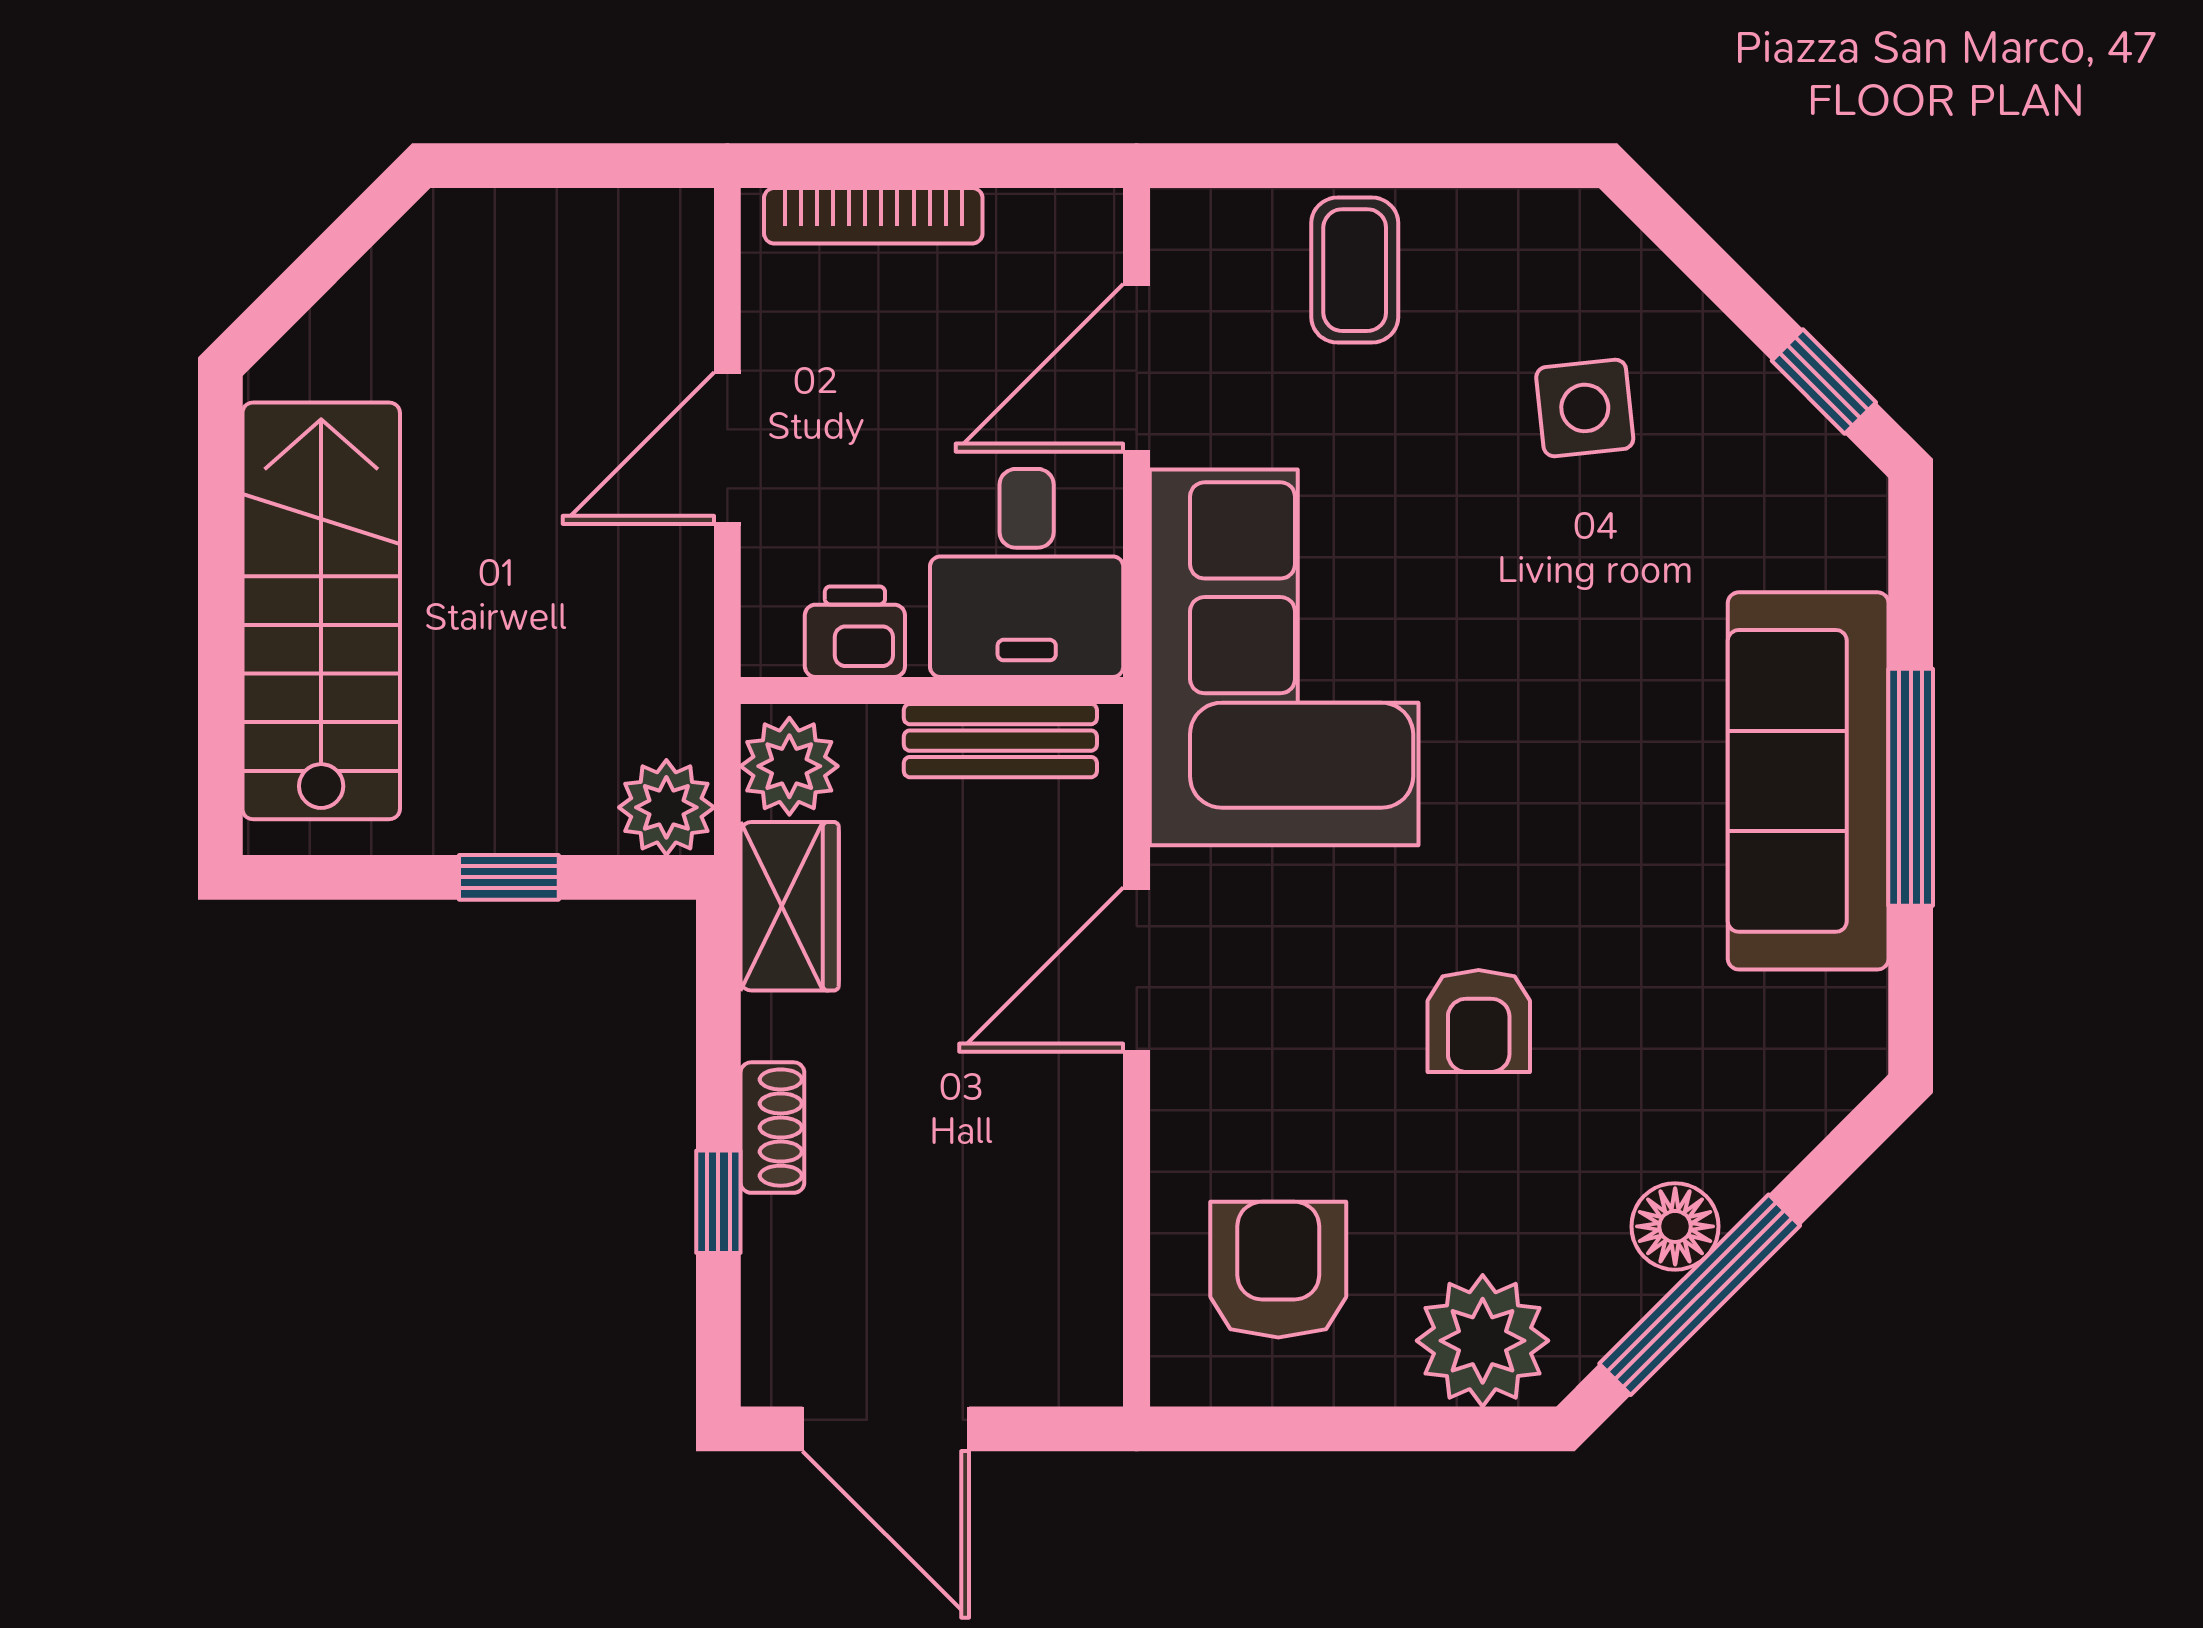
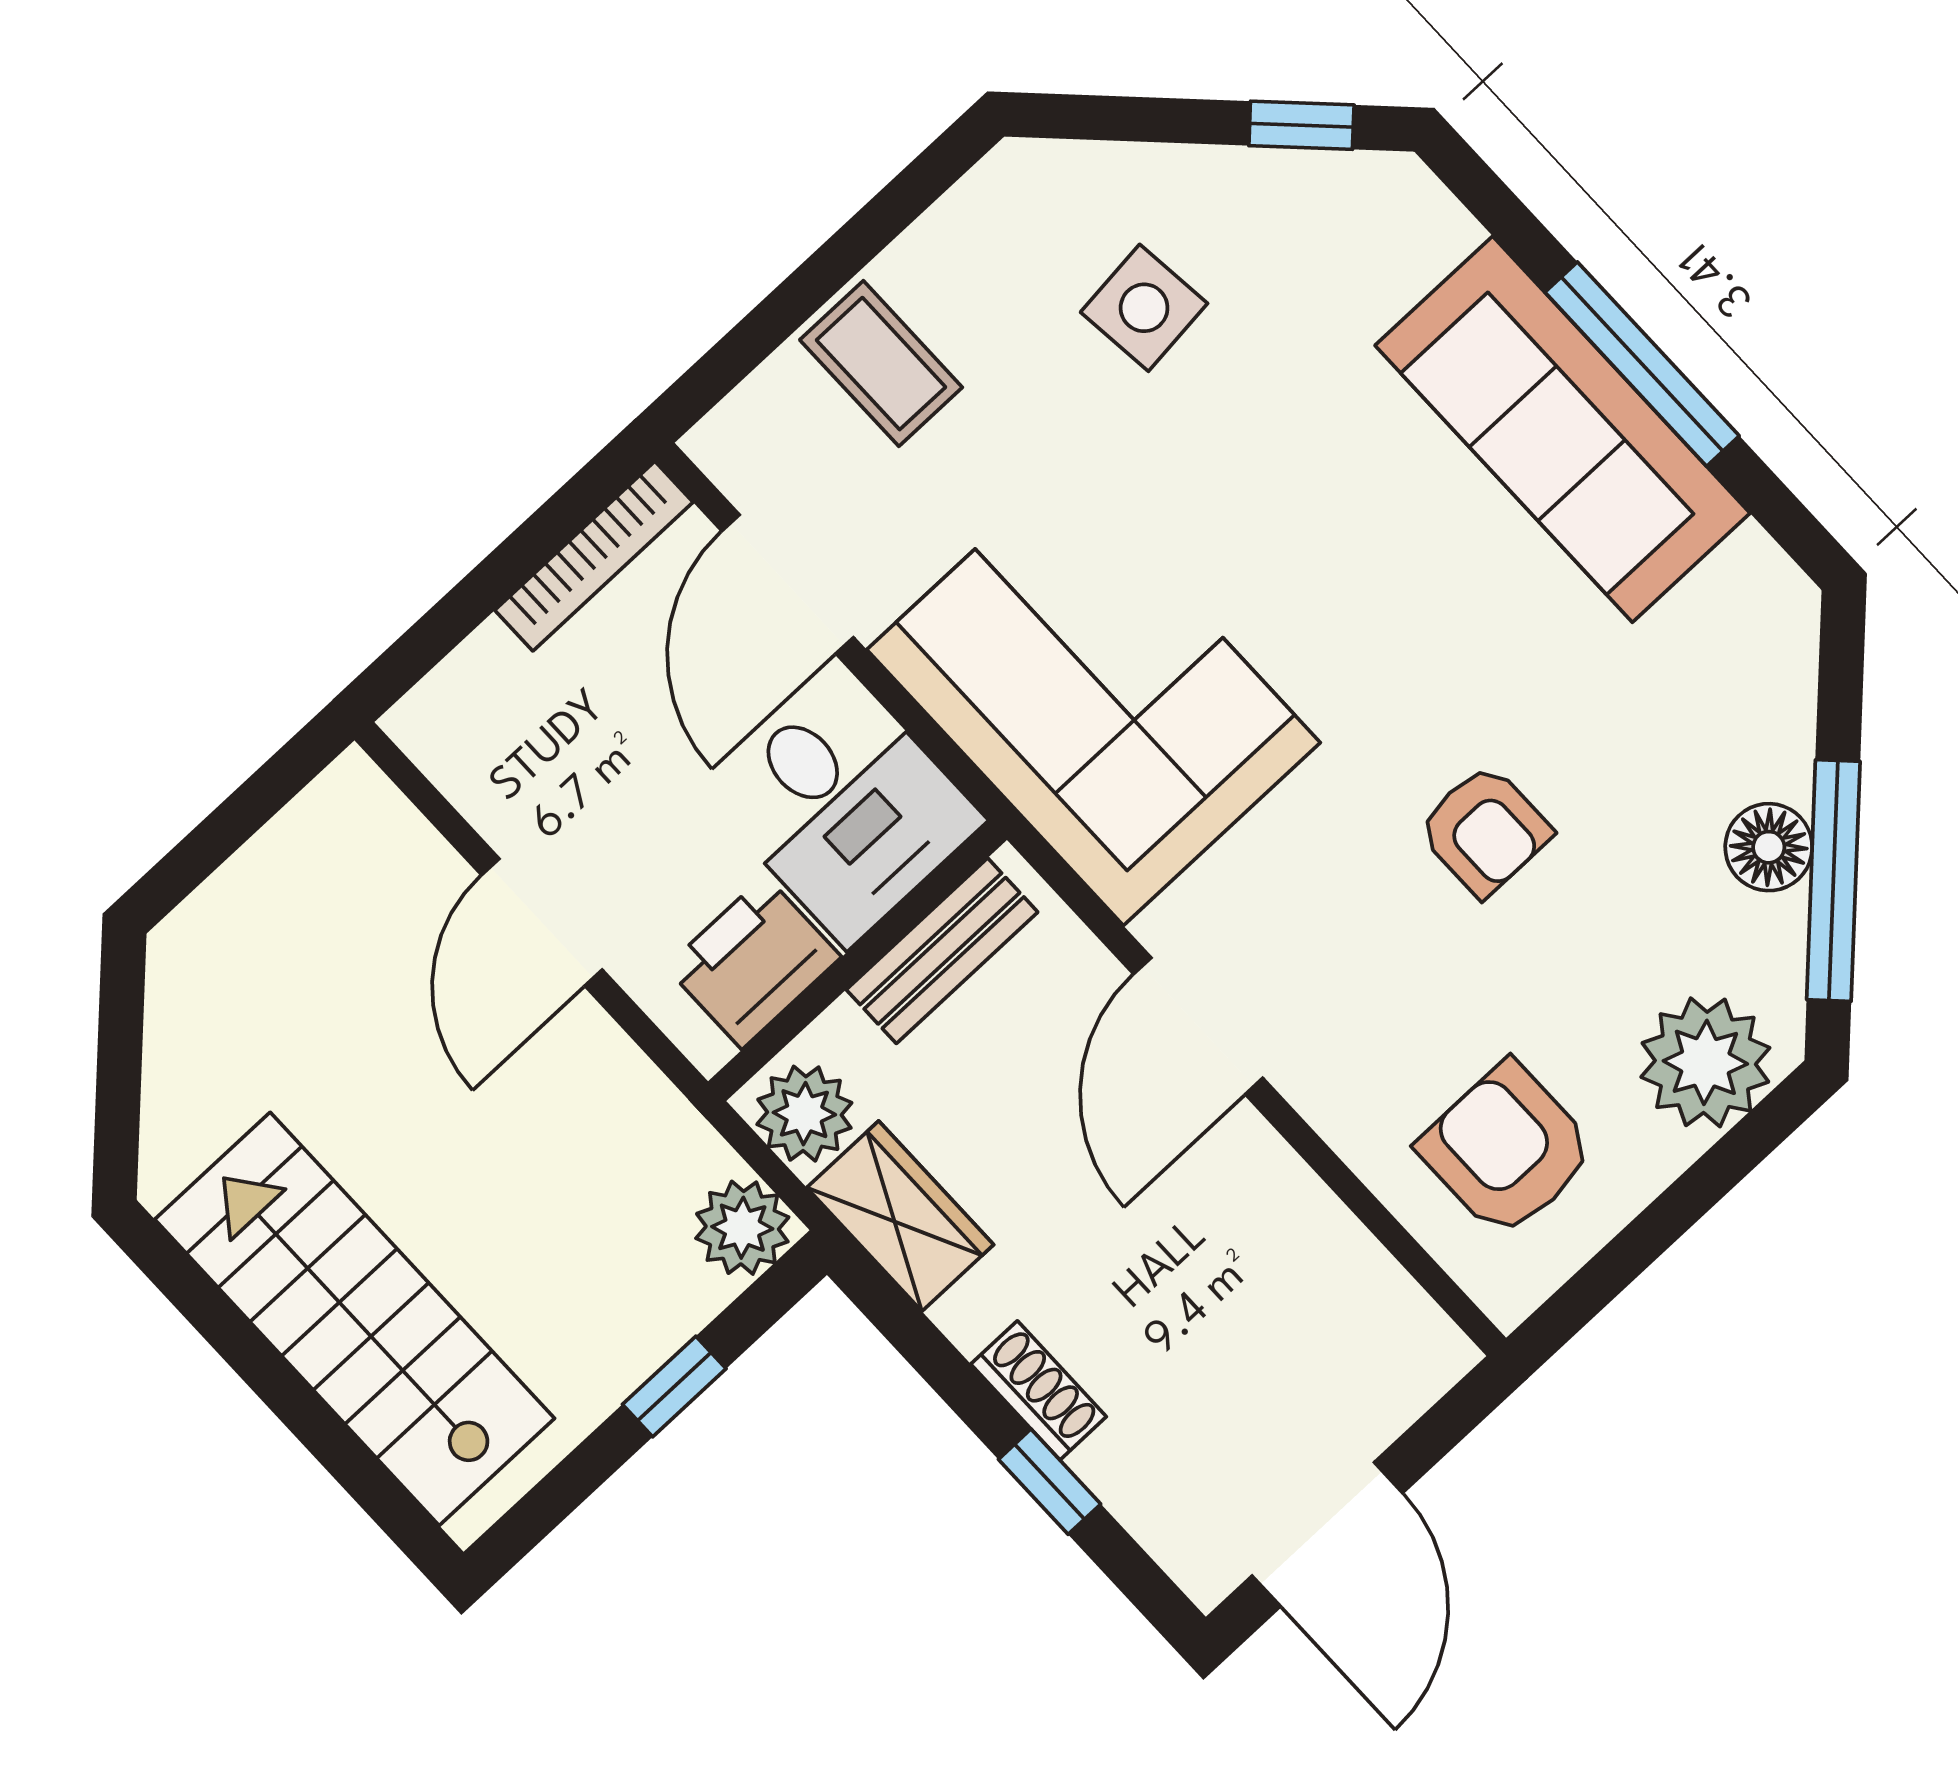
bookcase: (873, 216) -> (594, 556), moved
printer: (855, 632) -> (753, 962), width x1.36, depth x1.24
door: (886, 1429) -> (1327, 1534), hinge flipped

